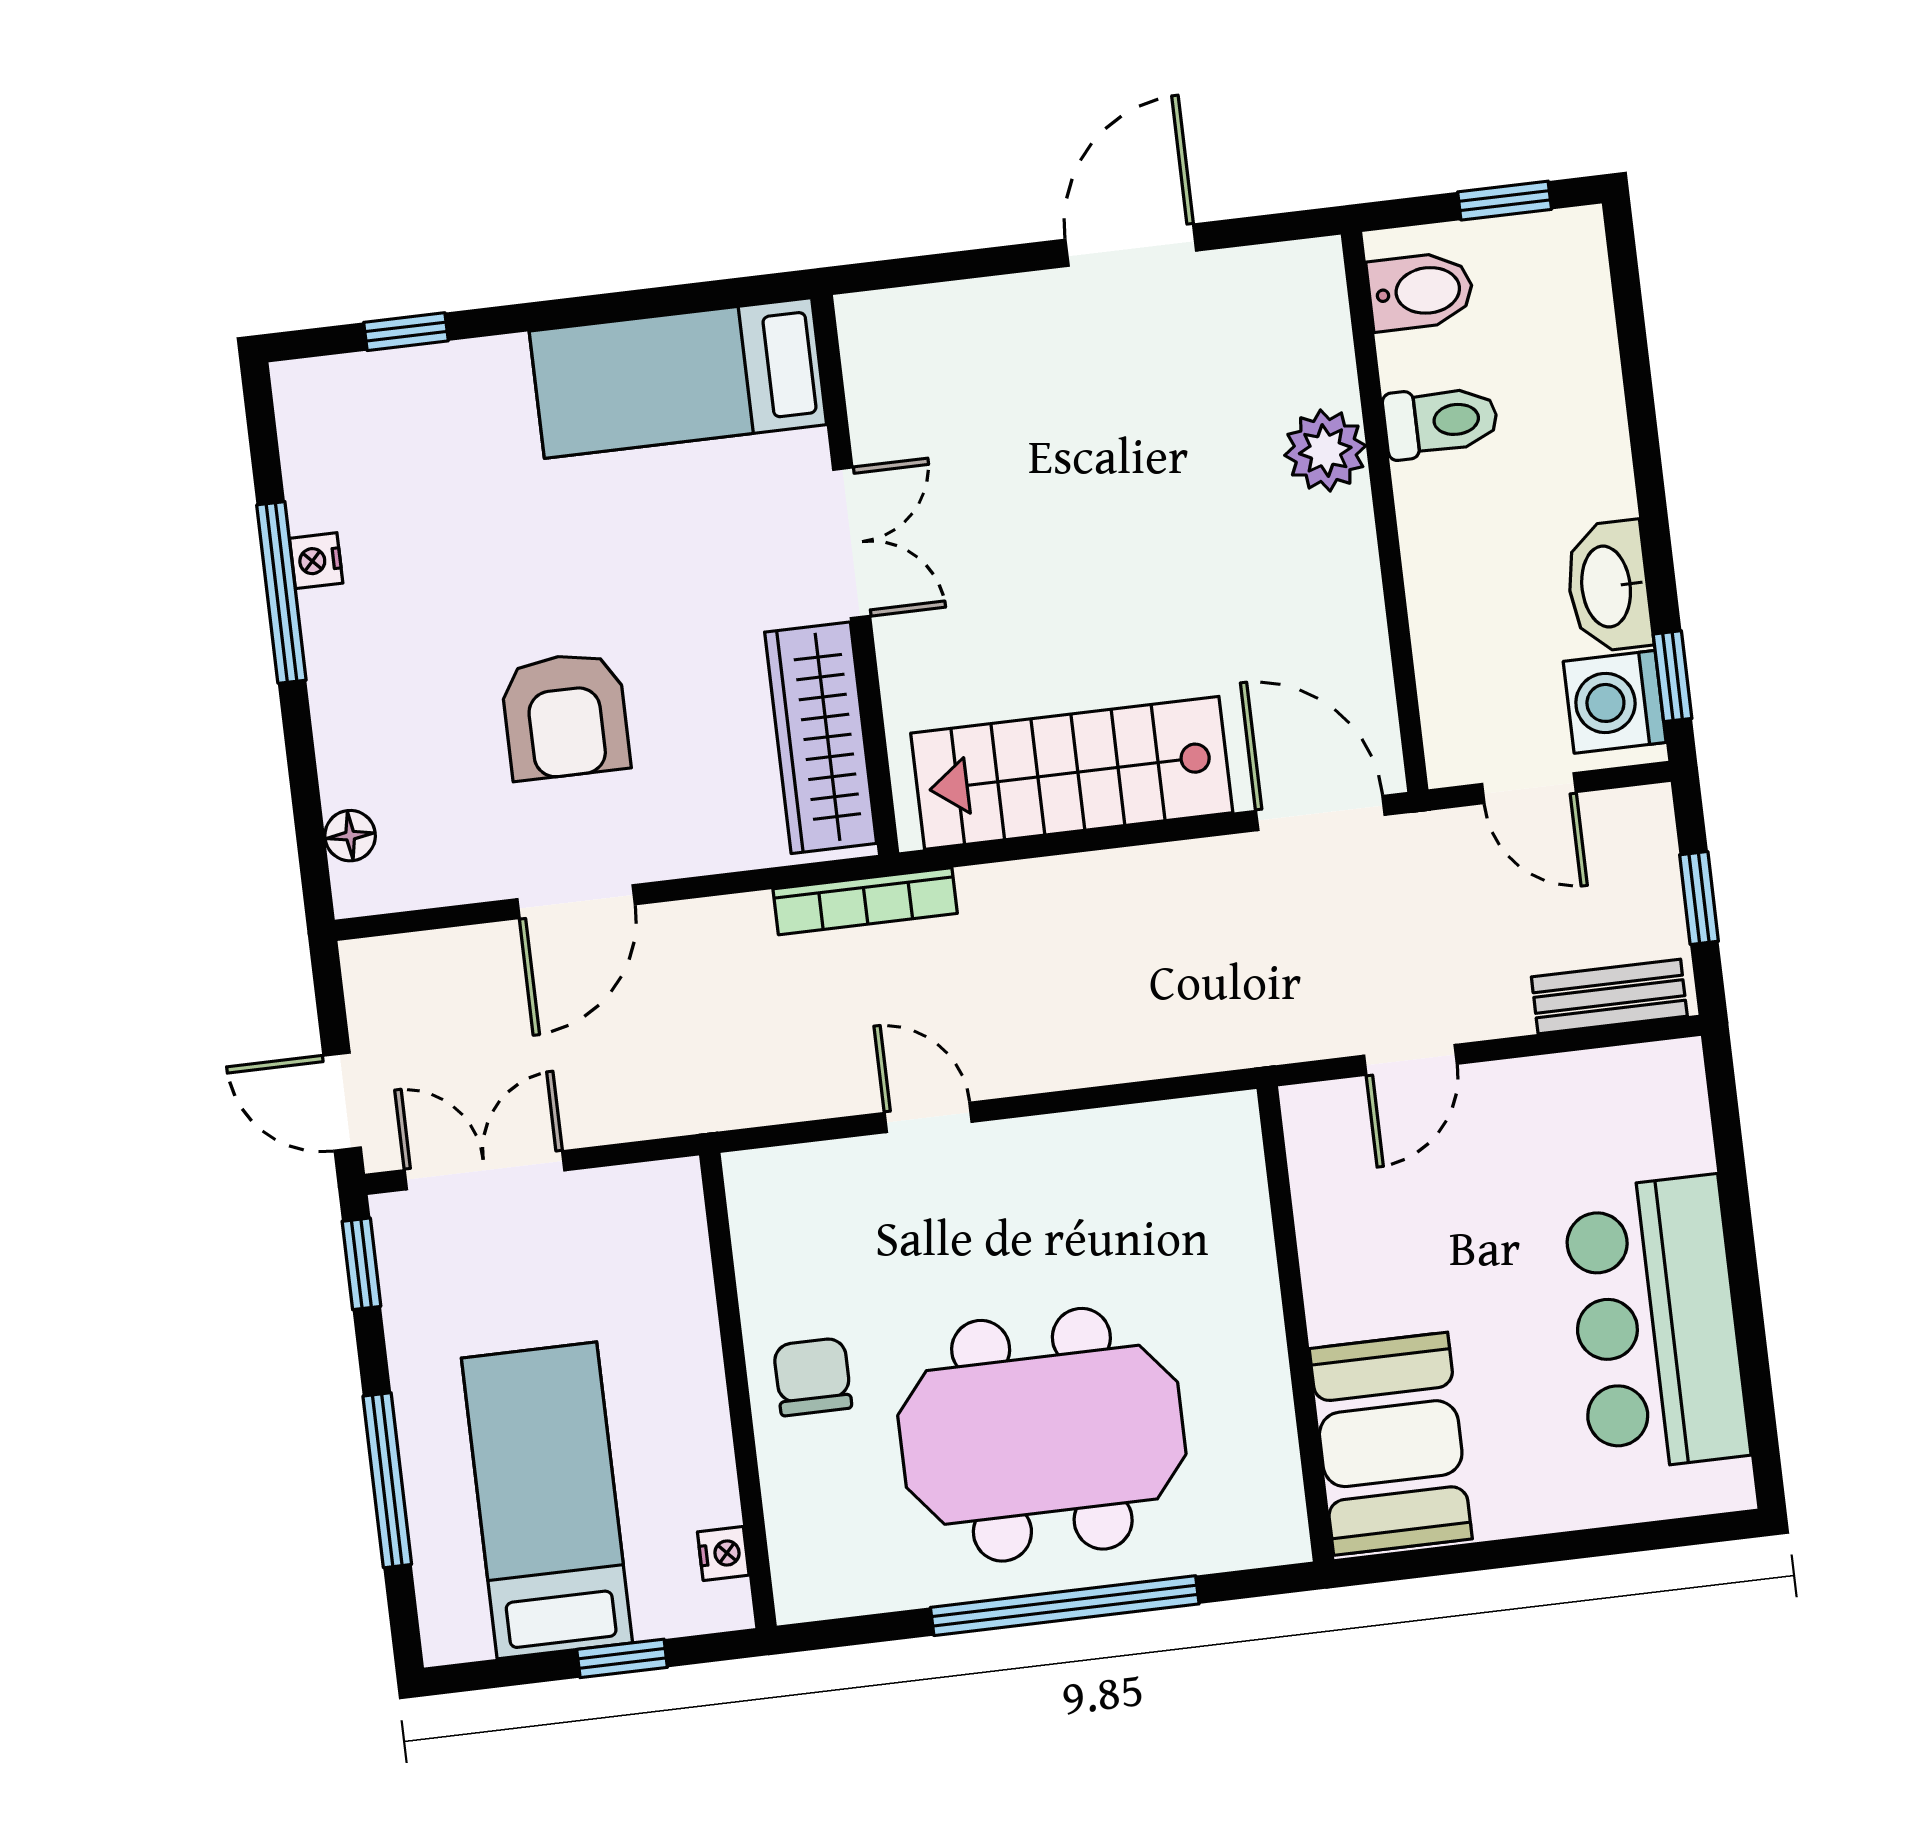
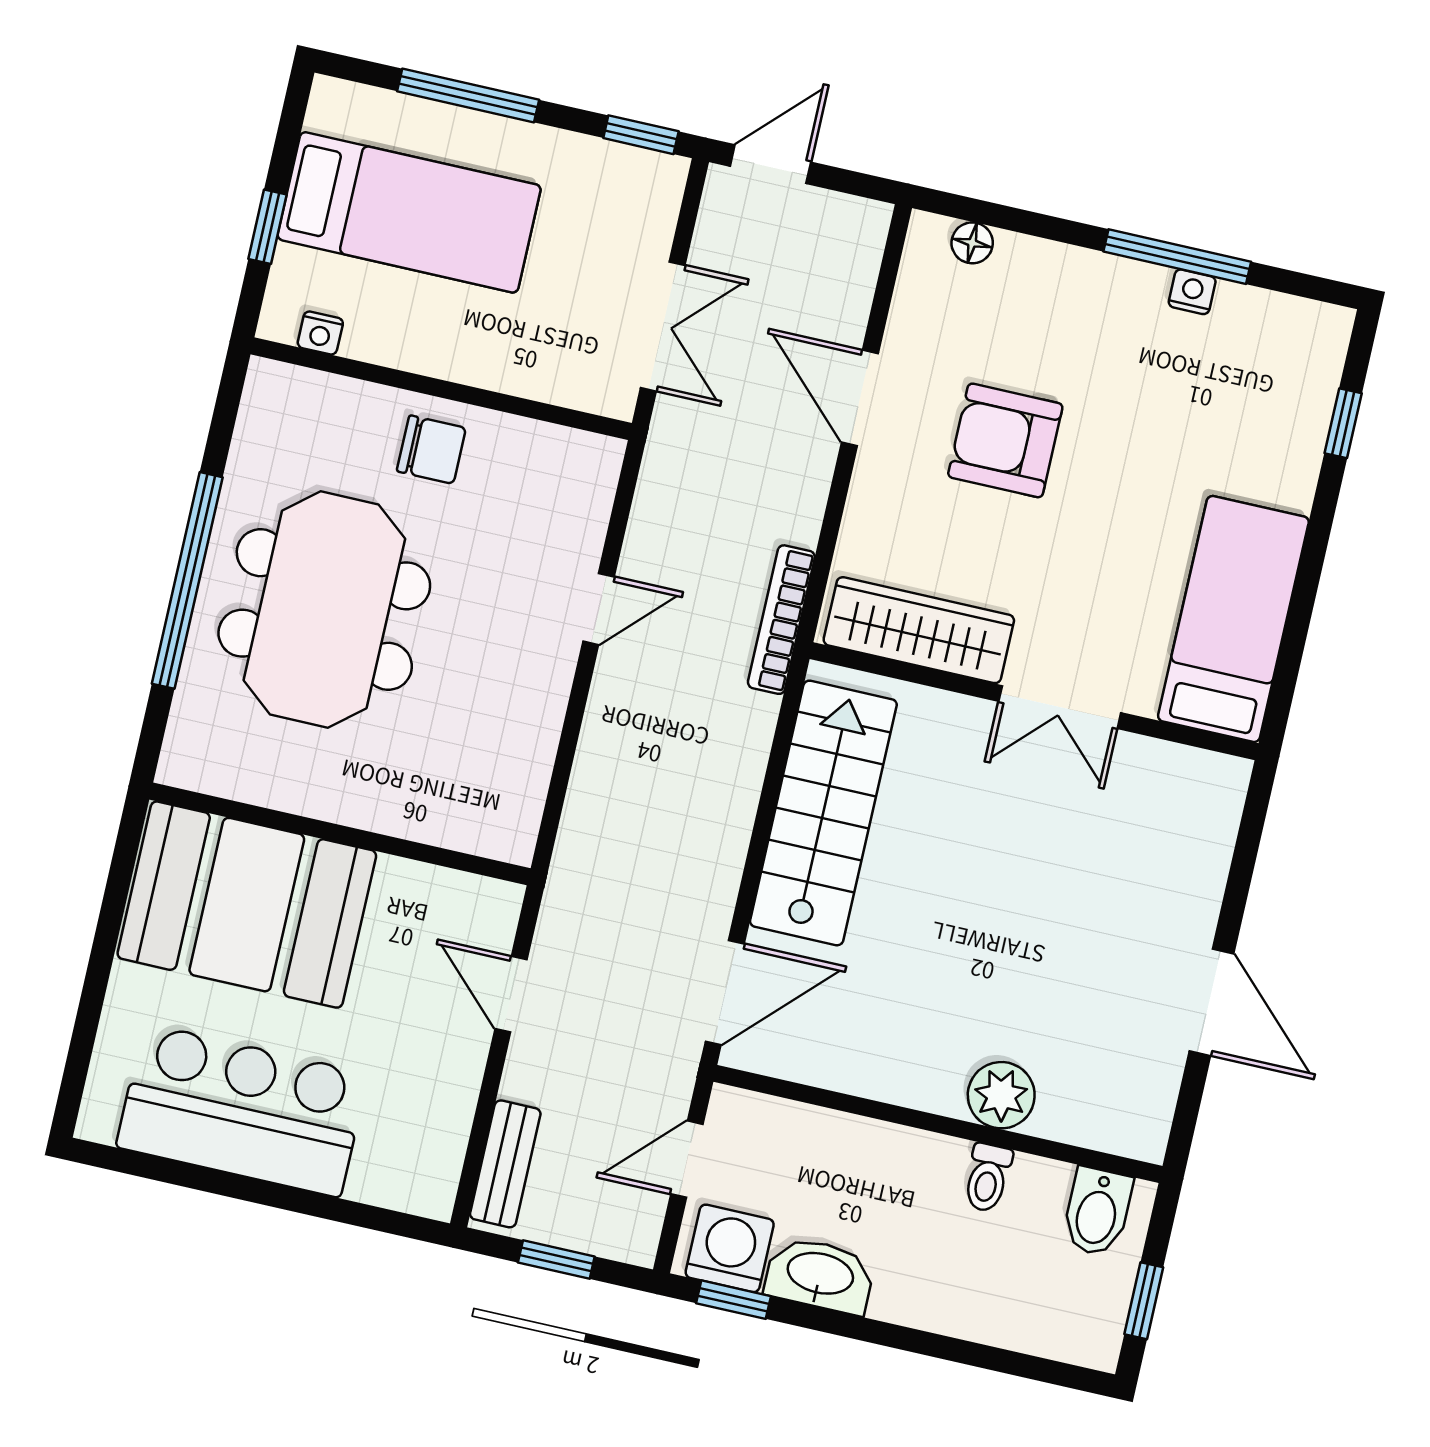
toilet: (1441, 421) -> (988, 1178), width x0.73, depth x0.72
double door: (485, 1170) -> (663, 326), moved
booth: (1391, 1444) -> (247, 905), width x1.36, depth x1.42

